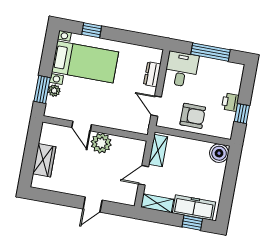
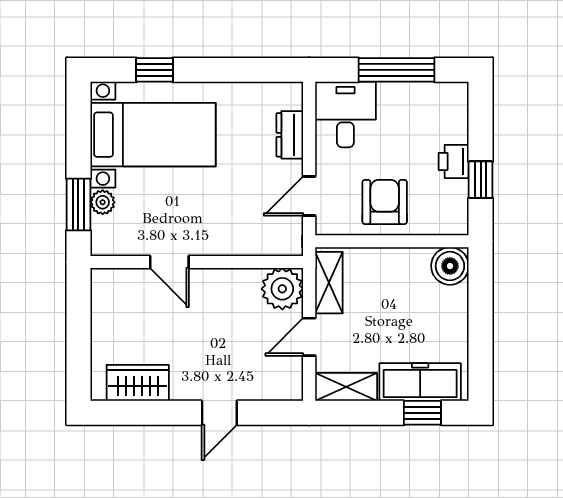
door: (156, 106) -> (309, 196), hinge flipped
armchair: (193, 116) -> (385, 202), turned -90
plant: (101, 143) -> (282, 289), moved
wardrobe: (44, 160) -> (138, 383), moved, turned -90

